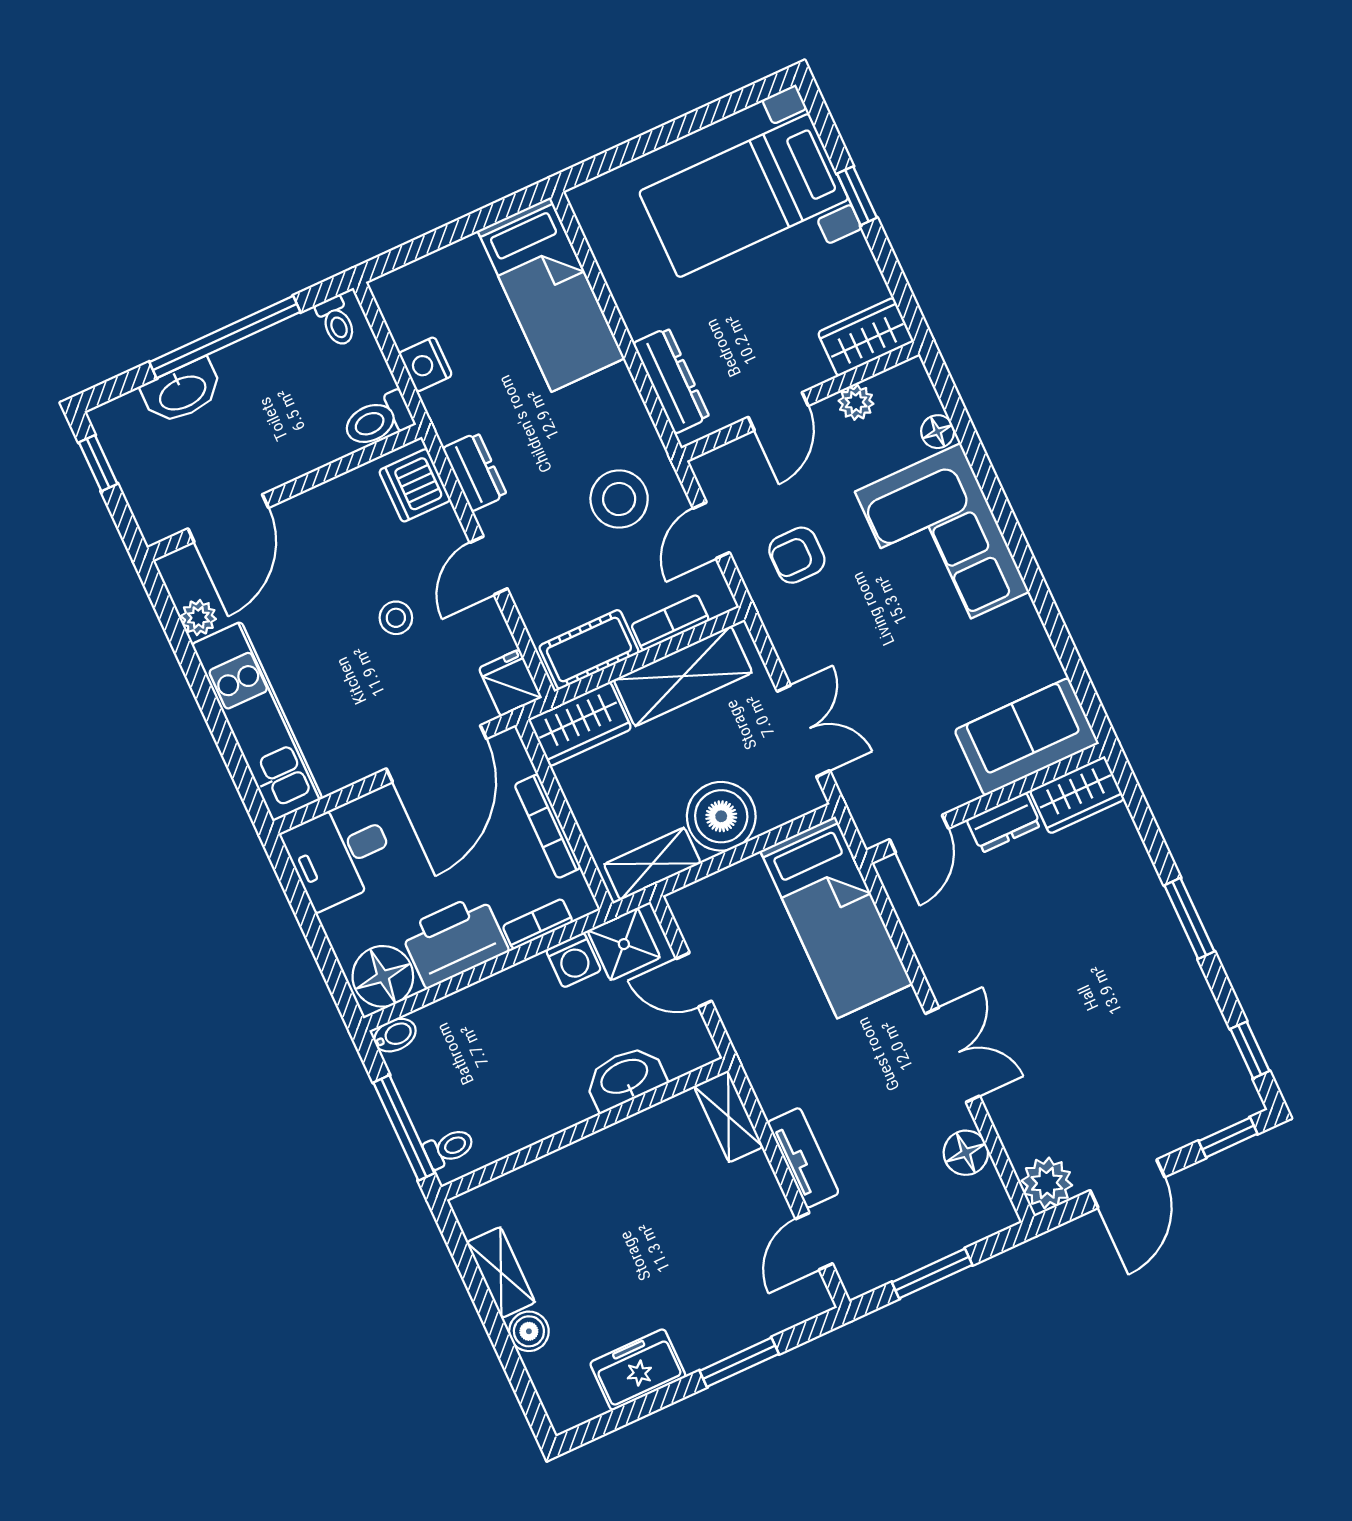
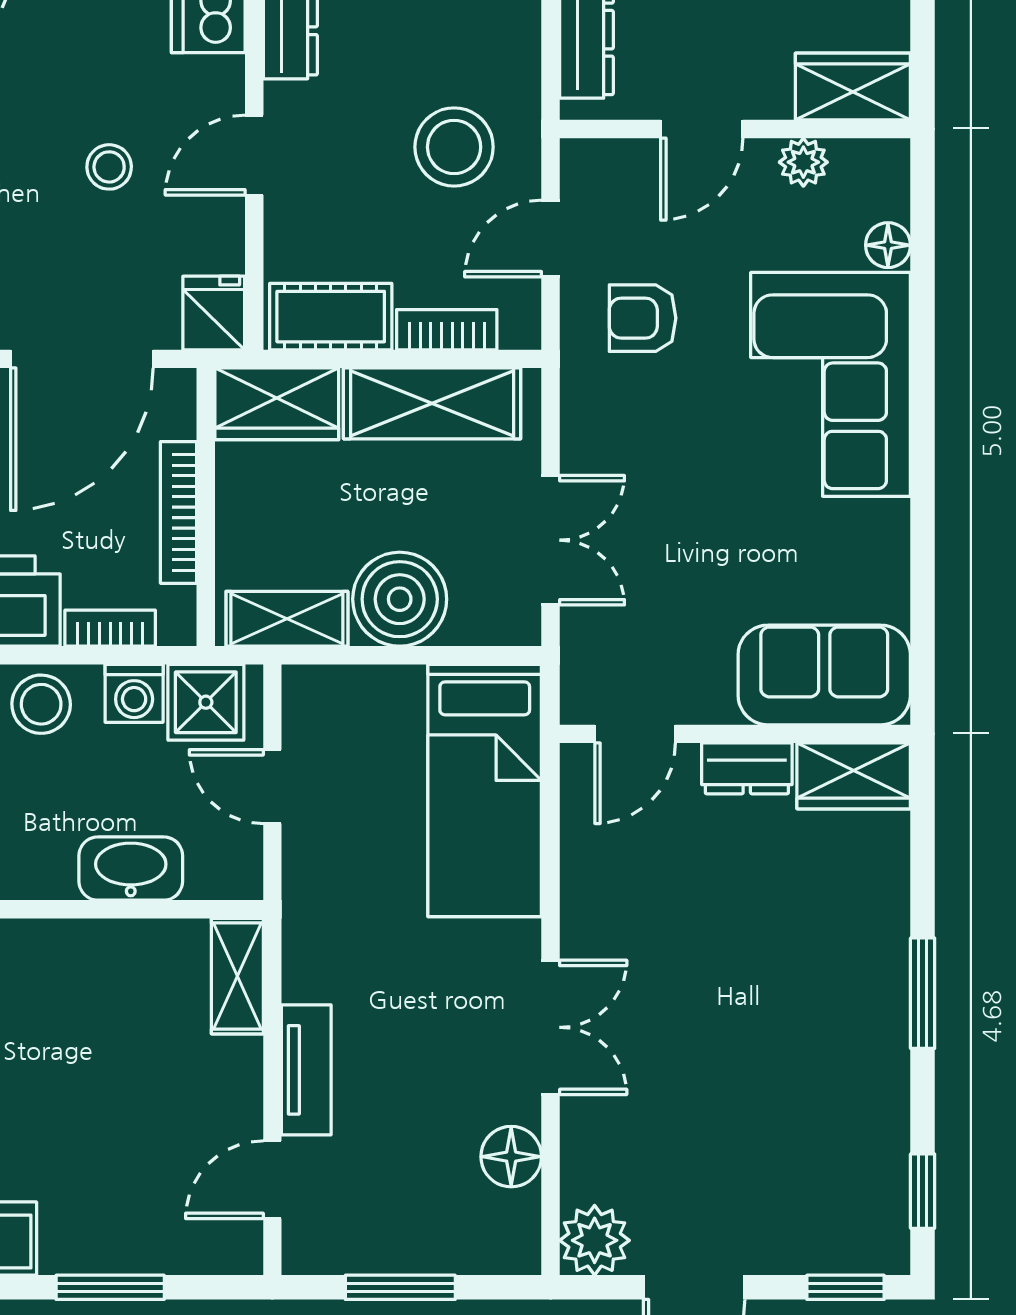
stool: (515, 996) -> (41, 704), added

